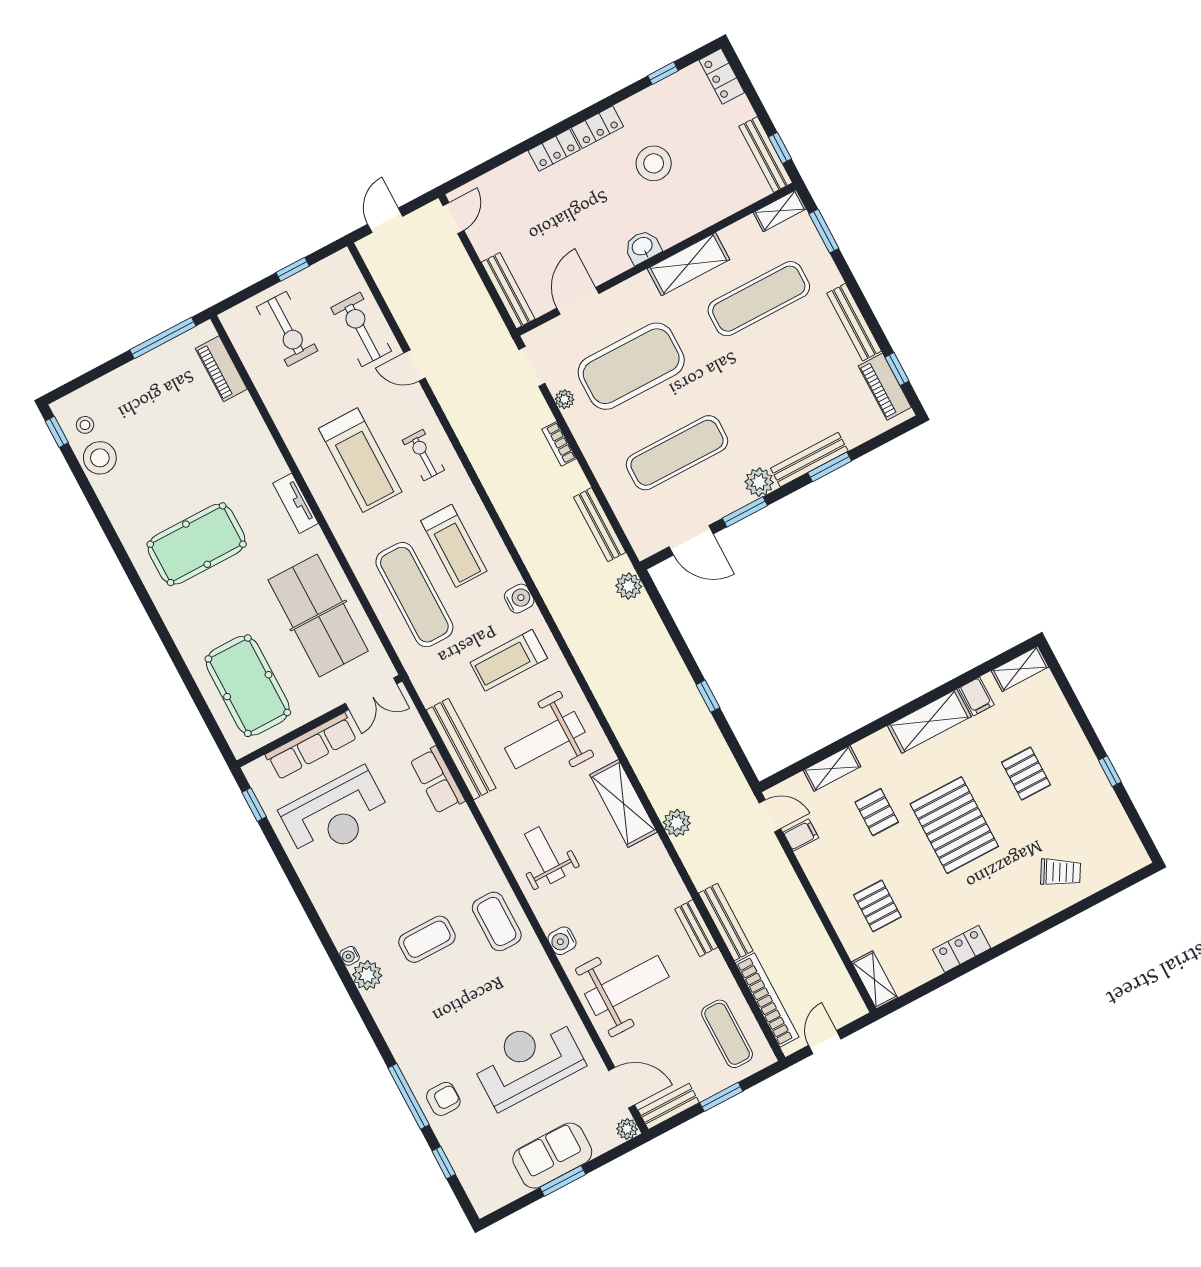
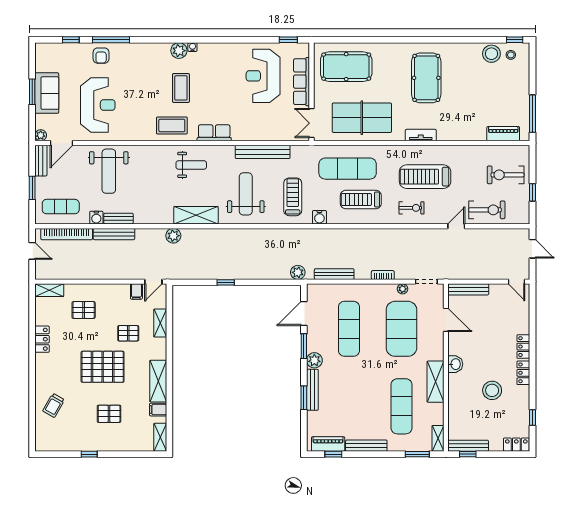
row of seats: (437, 780) -> (214, 133), moved
water cooler: (562, 941) -> (96, 218), moved, turned 180

